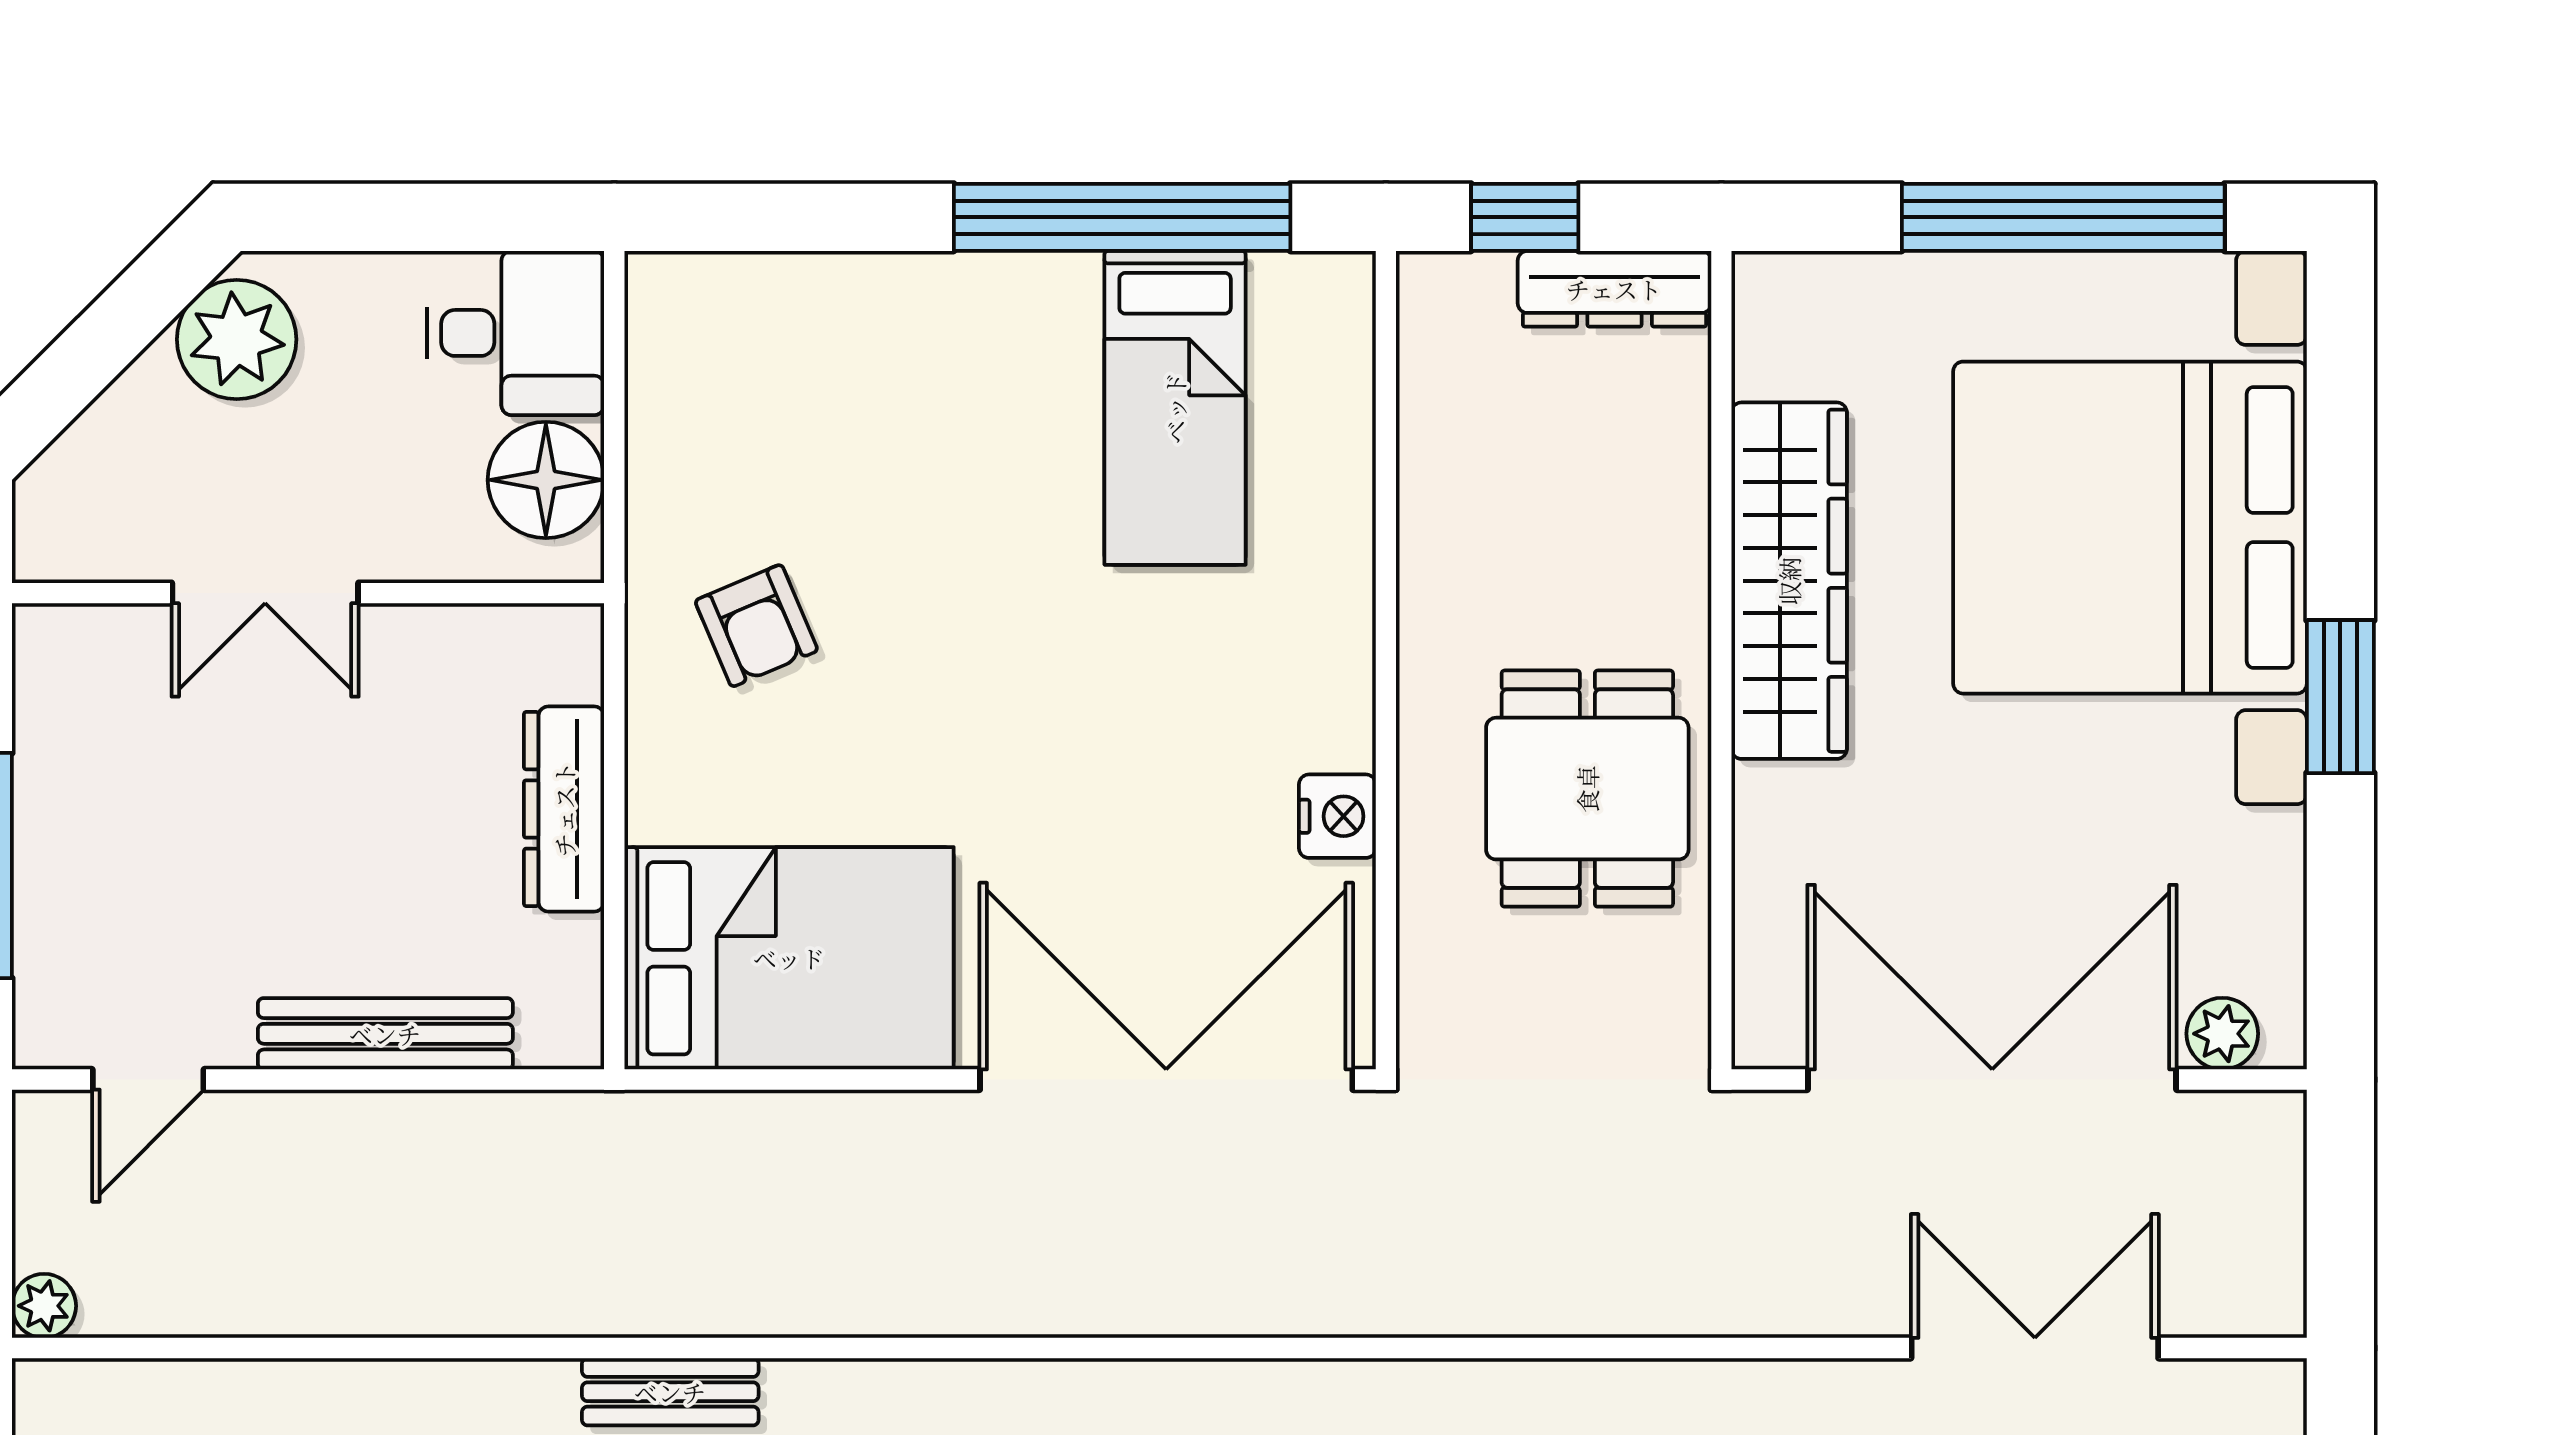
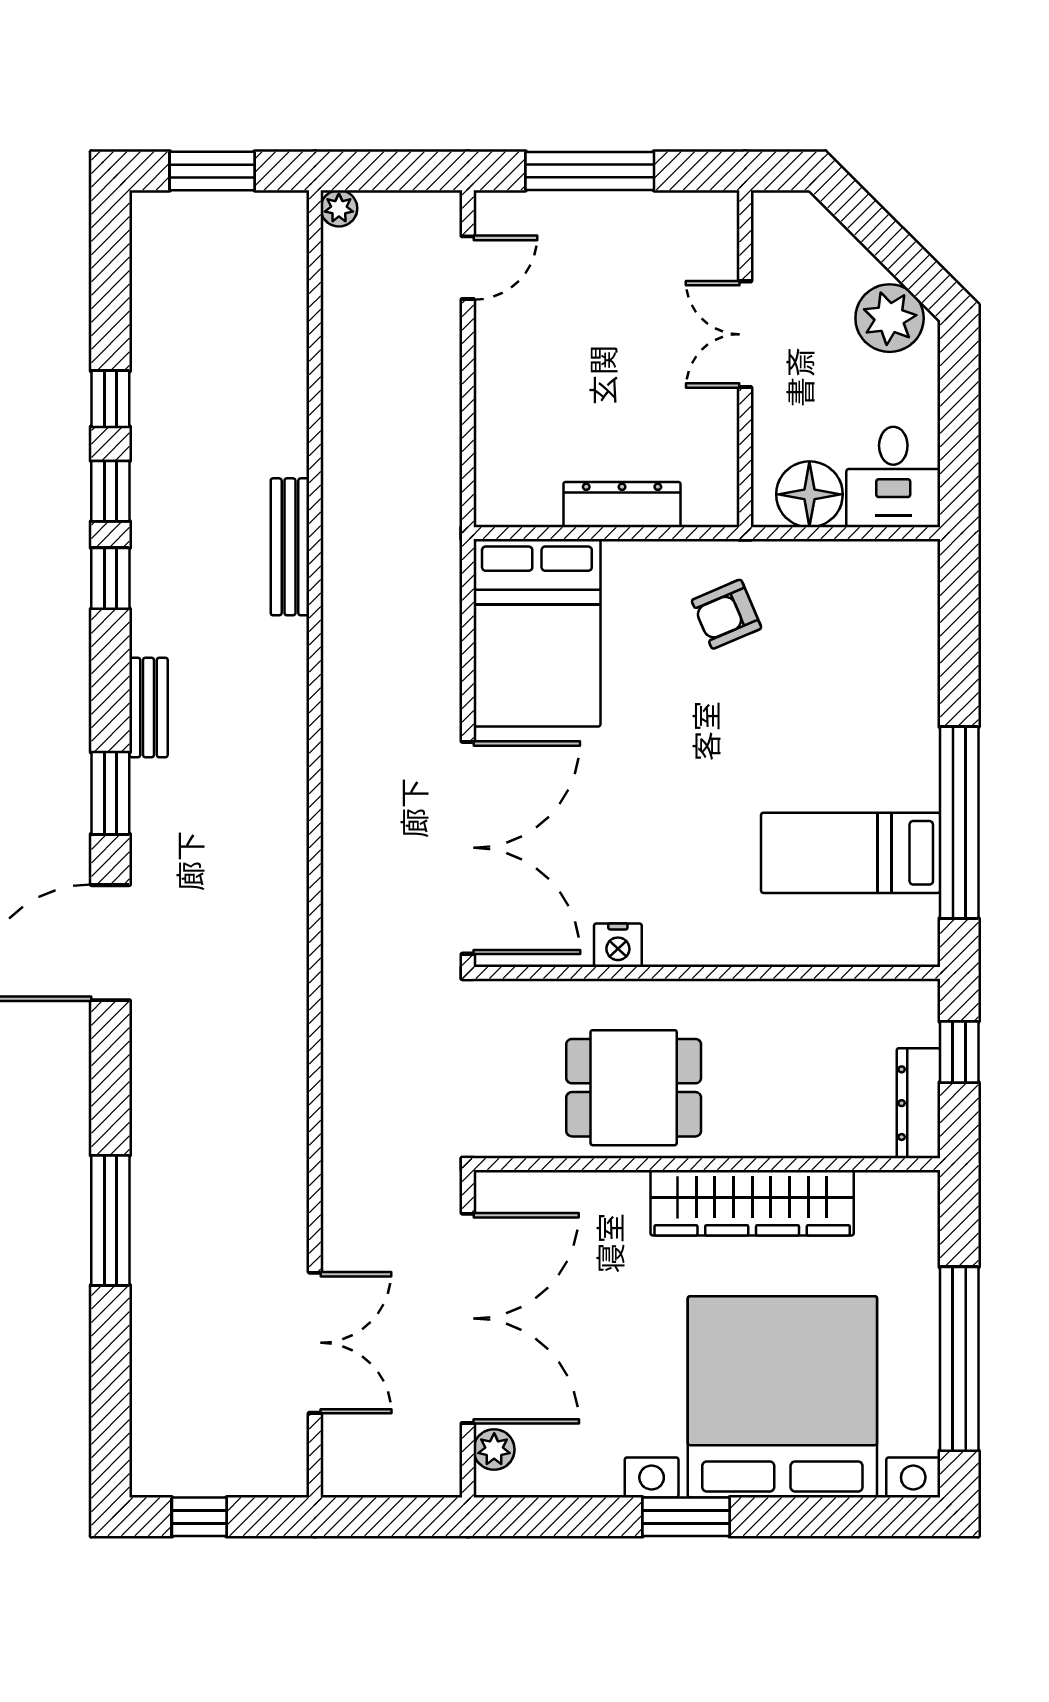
bench: (385, 1034) -> (494, 403), removed
door: (148, 1080) -> (468, 268), swing flipped
bench: (670, 1392) -> (290, 547), width x1.36

